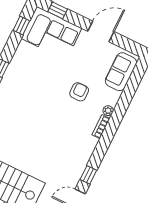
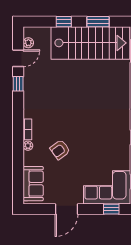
armchair: (79, 92) -> (60, 150), turned 54

